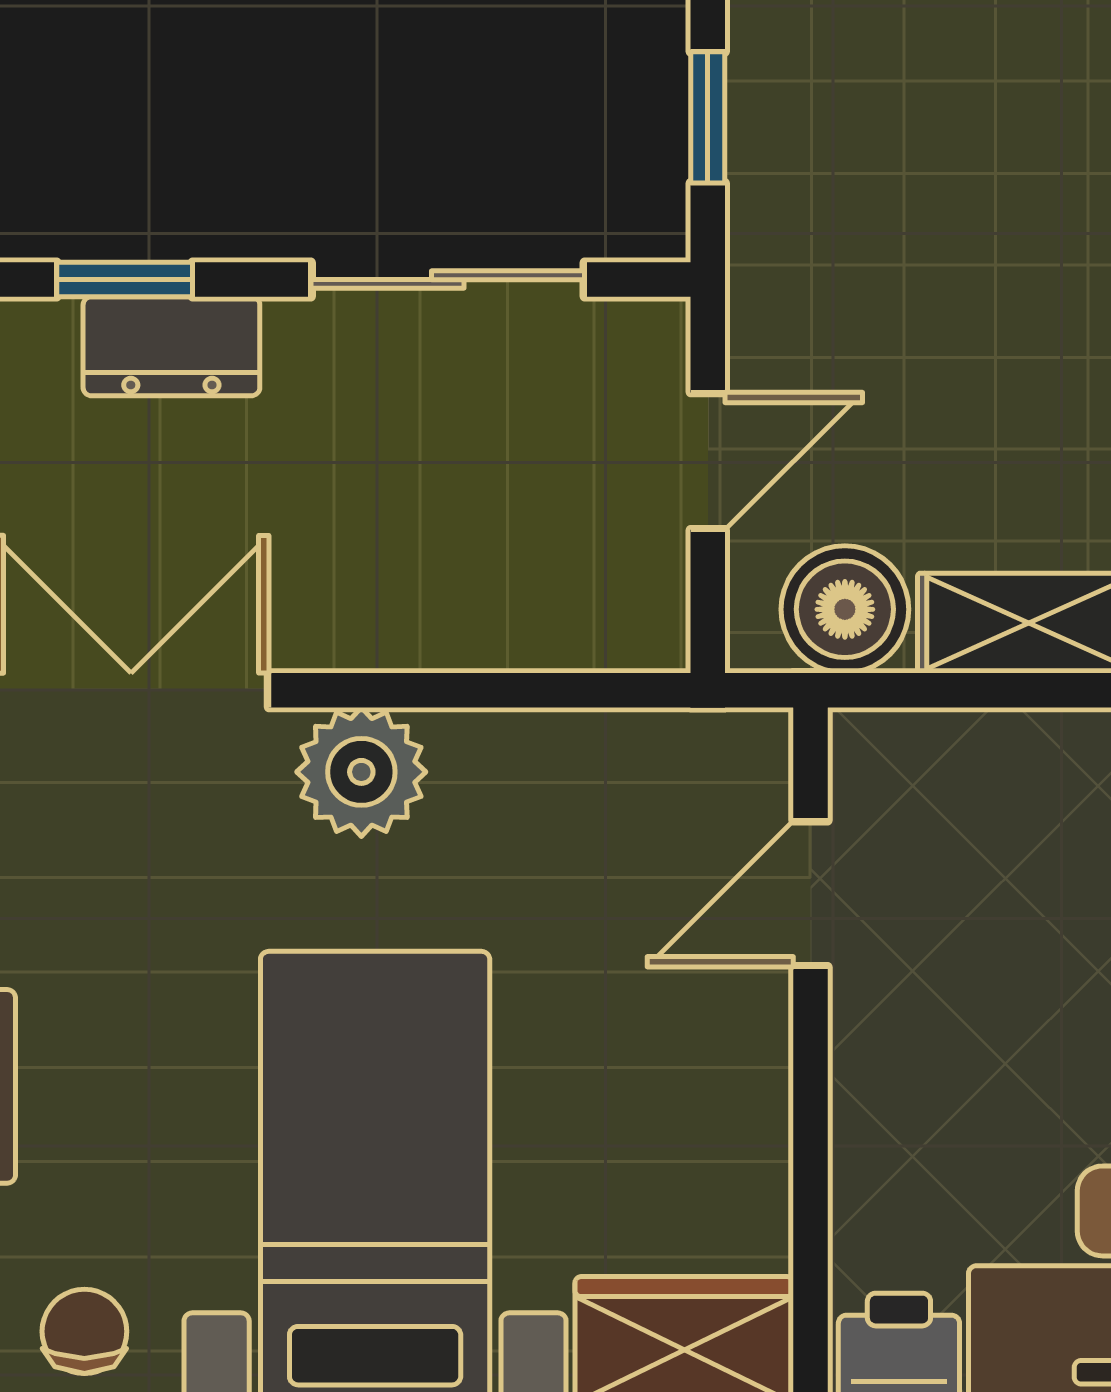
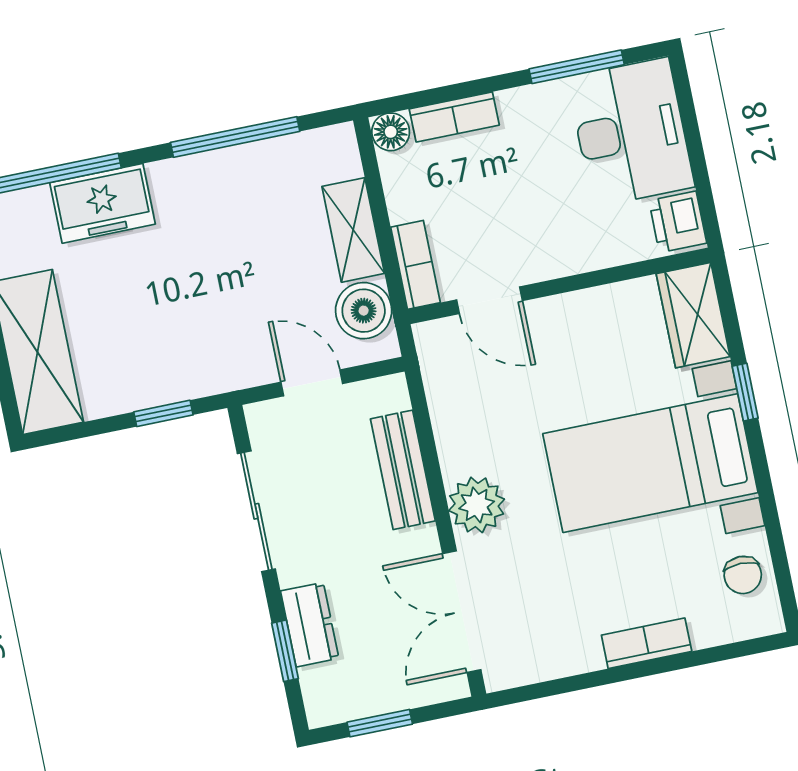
bench: (473, 624) -> (403, 470), added
bookcase: (923, 745) -> (415, 265), added
chair: (84, 1331) -> (743, 575), turned -90

